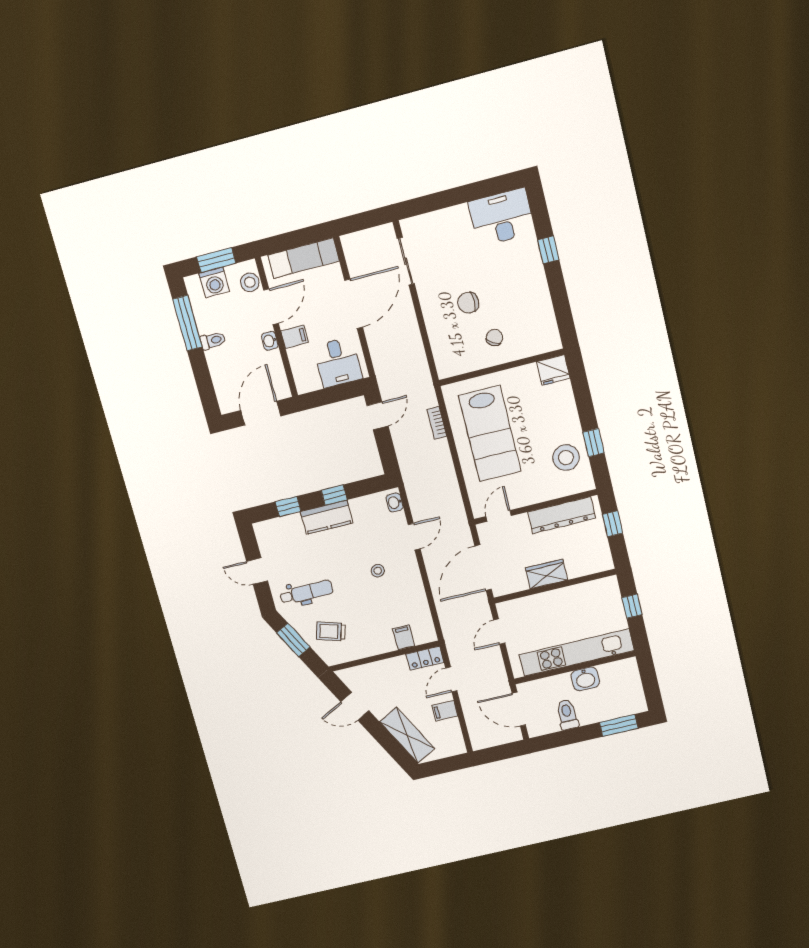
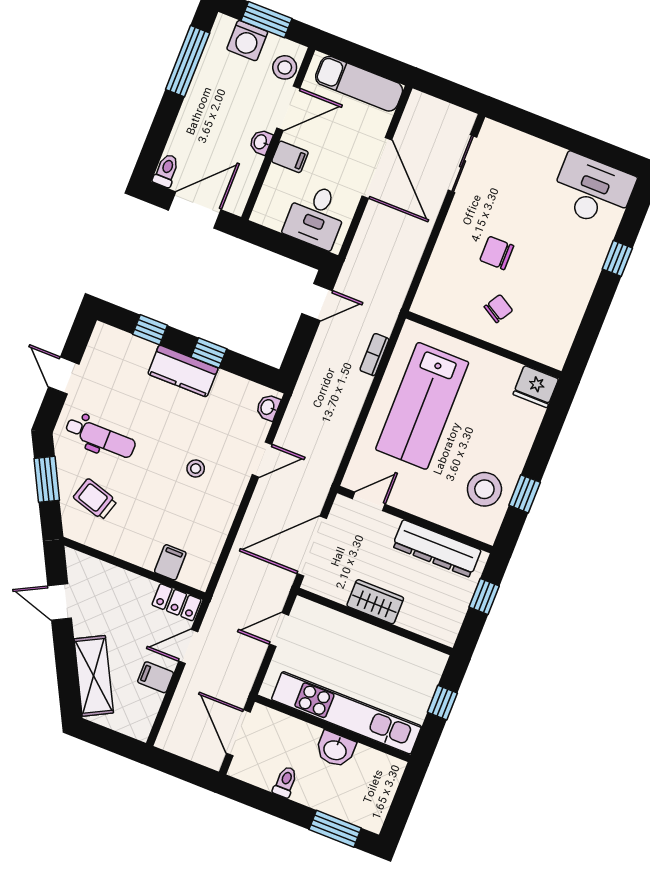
door: (354, 304) -> (377, 168), hinge flipped
toilet: (213, 341) -> (166, 171), moved, turned -90
toilet: (567, 715) -> (285, 782), width x0.73, depth x0.72

